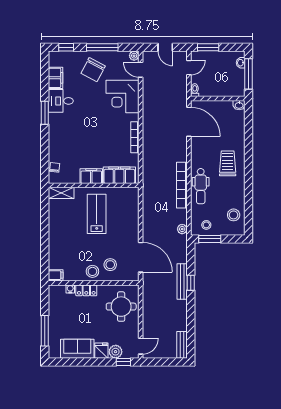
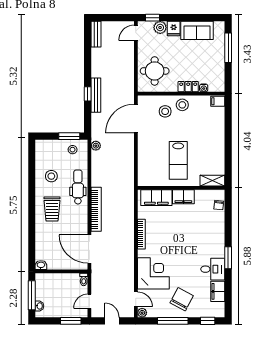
bookcase: (182, 185) -> (96, 209), moved
stool: (234, 215) -> (51, 176), moved
door: (141, 257) -> (136, 119), hinge flipped

